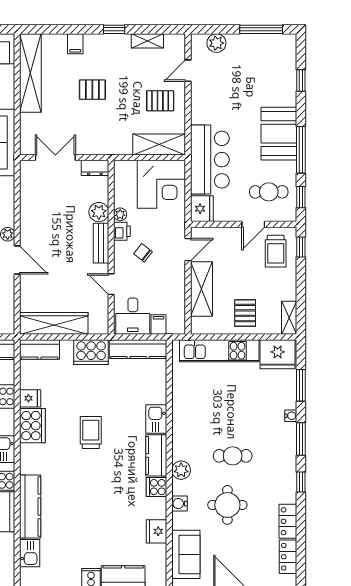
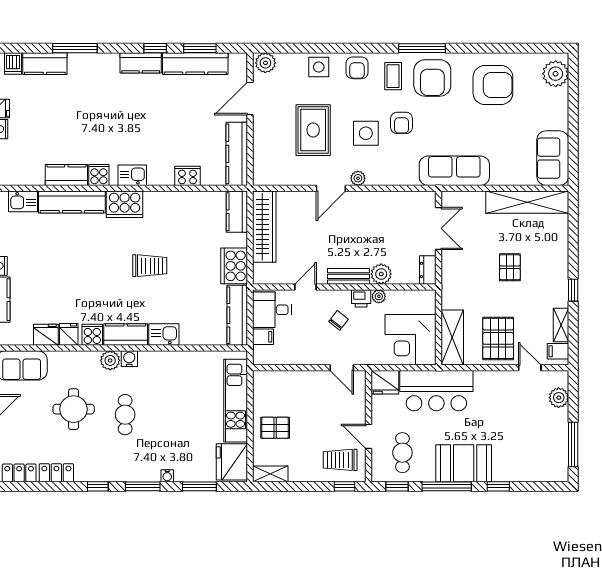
filing cabinet: (75, 44) -> (558, 351), moved
window: (301, 81) -> (498, 486), moved
pallet: (160, 101) -> (498, 338), width x1.50, depth x1.42
shelving: (202, 289) -> (300, 382), removed
fridge: (30, 398) -> (69, 334), moved, turned 180
cooker: (32, 426) -> (125, 204), moved
water cooler: (179, 504) -> (129, 359), moved

